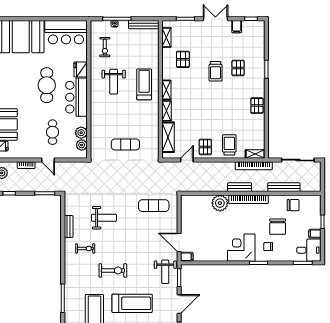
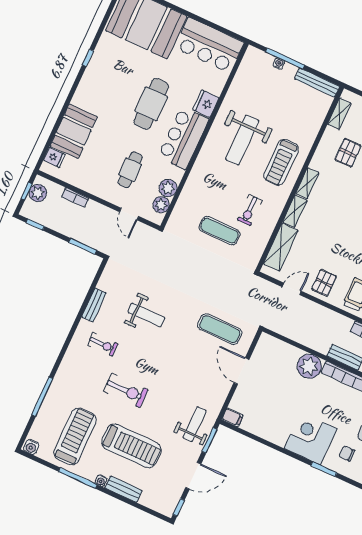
exercise bike: (105, 47) -> (250, 210), moved
weight bench: (114, 82) -> (242, 140), width x1.36, depth x1.33
treadmill: (144, 84) -> (281, 162), turned 180
door: (48, 160) -> (129, 214), moved
door: (179, 242) -> (241, 371), moved
weight bench: (165, 272) -> (195, 424), turned 180

